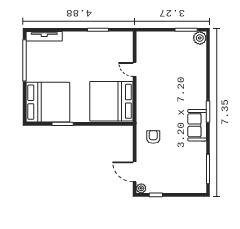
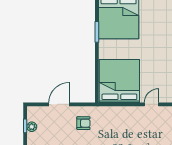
door: (135, 172) -> (59, 104), moved
plant: (141, 188) -> (32, 127), moved

